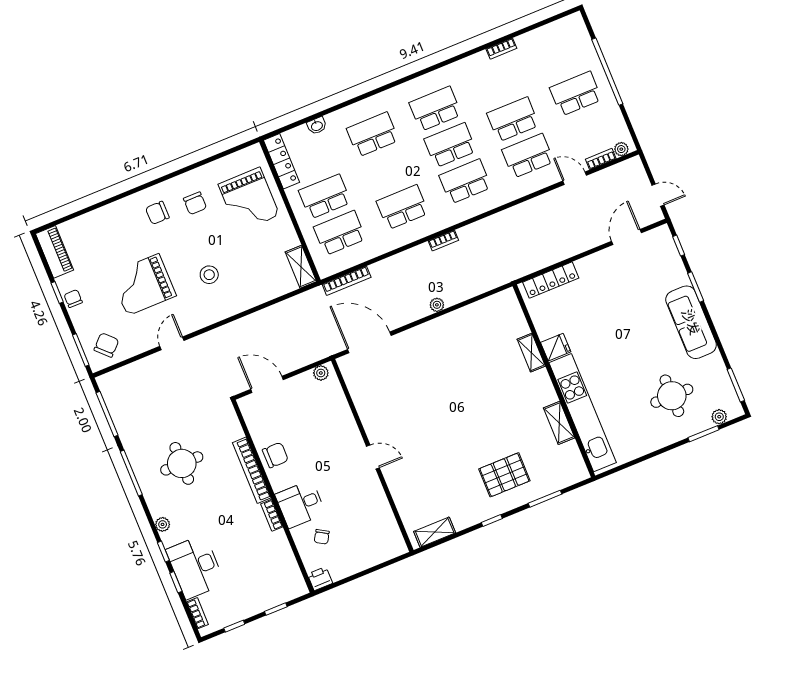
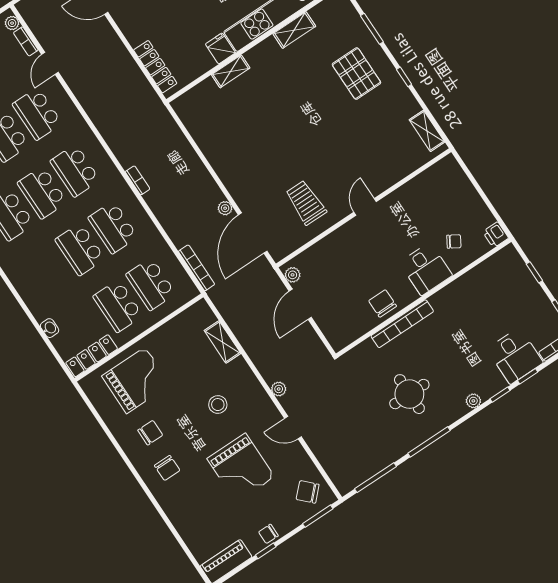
school desk: (373, 134) -> (80, 249), moved
shelving: (301, 267) -> (222, 342), moved, turned 90
plant: (437, 305) -> (225, 208), moved
plant: (212, 337) -> (279, 389), added
door: (267, 384) -> (300, 304), moved
trolley: (389, 400) -> (306, 203), added
bookcase: (272, 515) -> (443, 295), removed
desk: (195, 567) -> (515, 356), width x0.73

